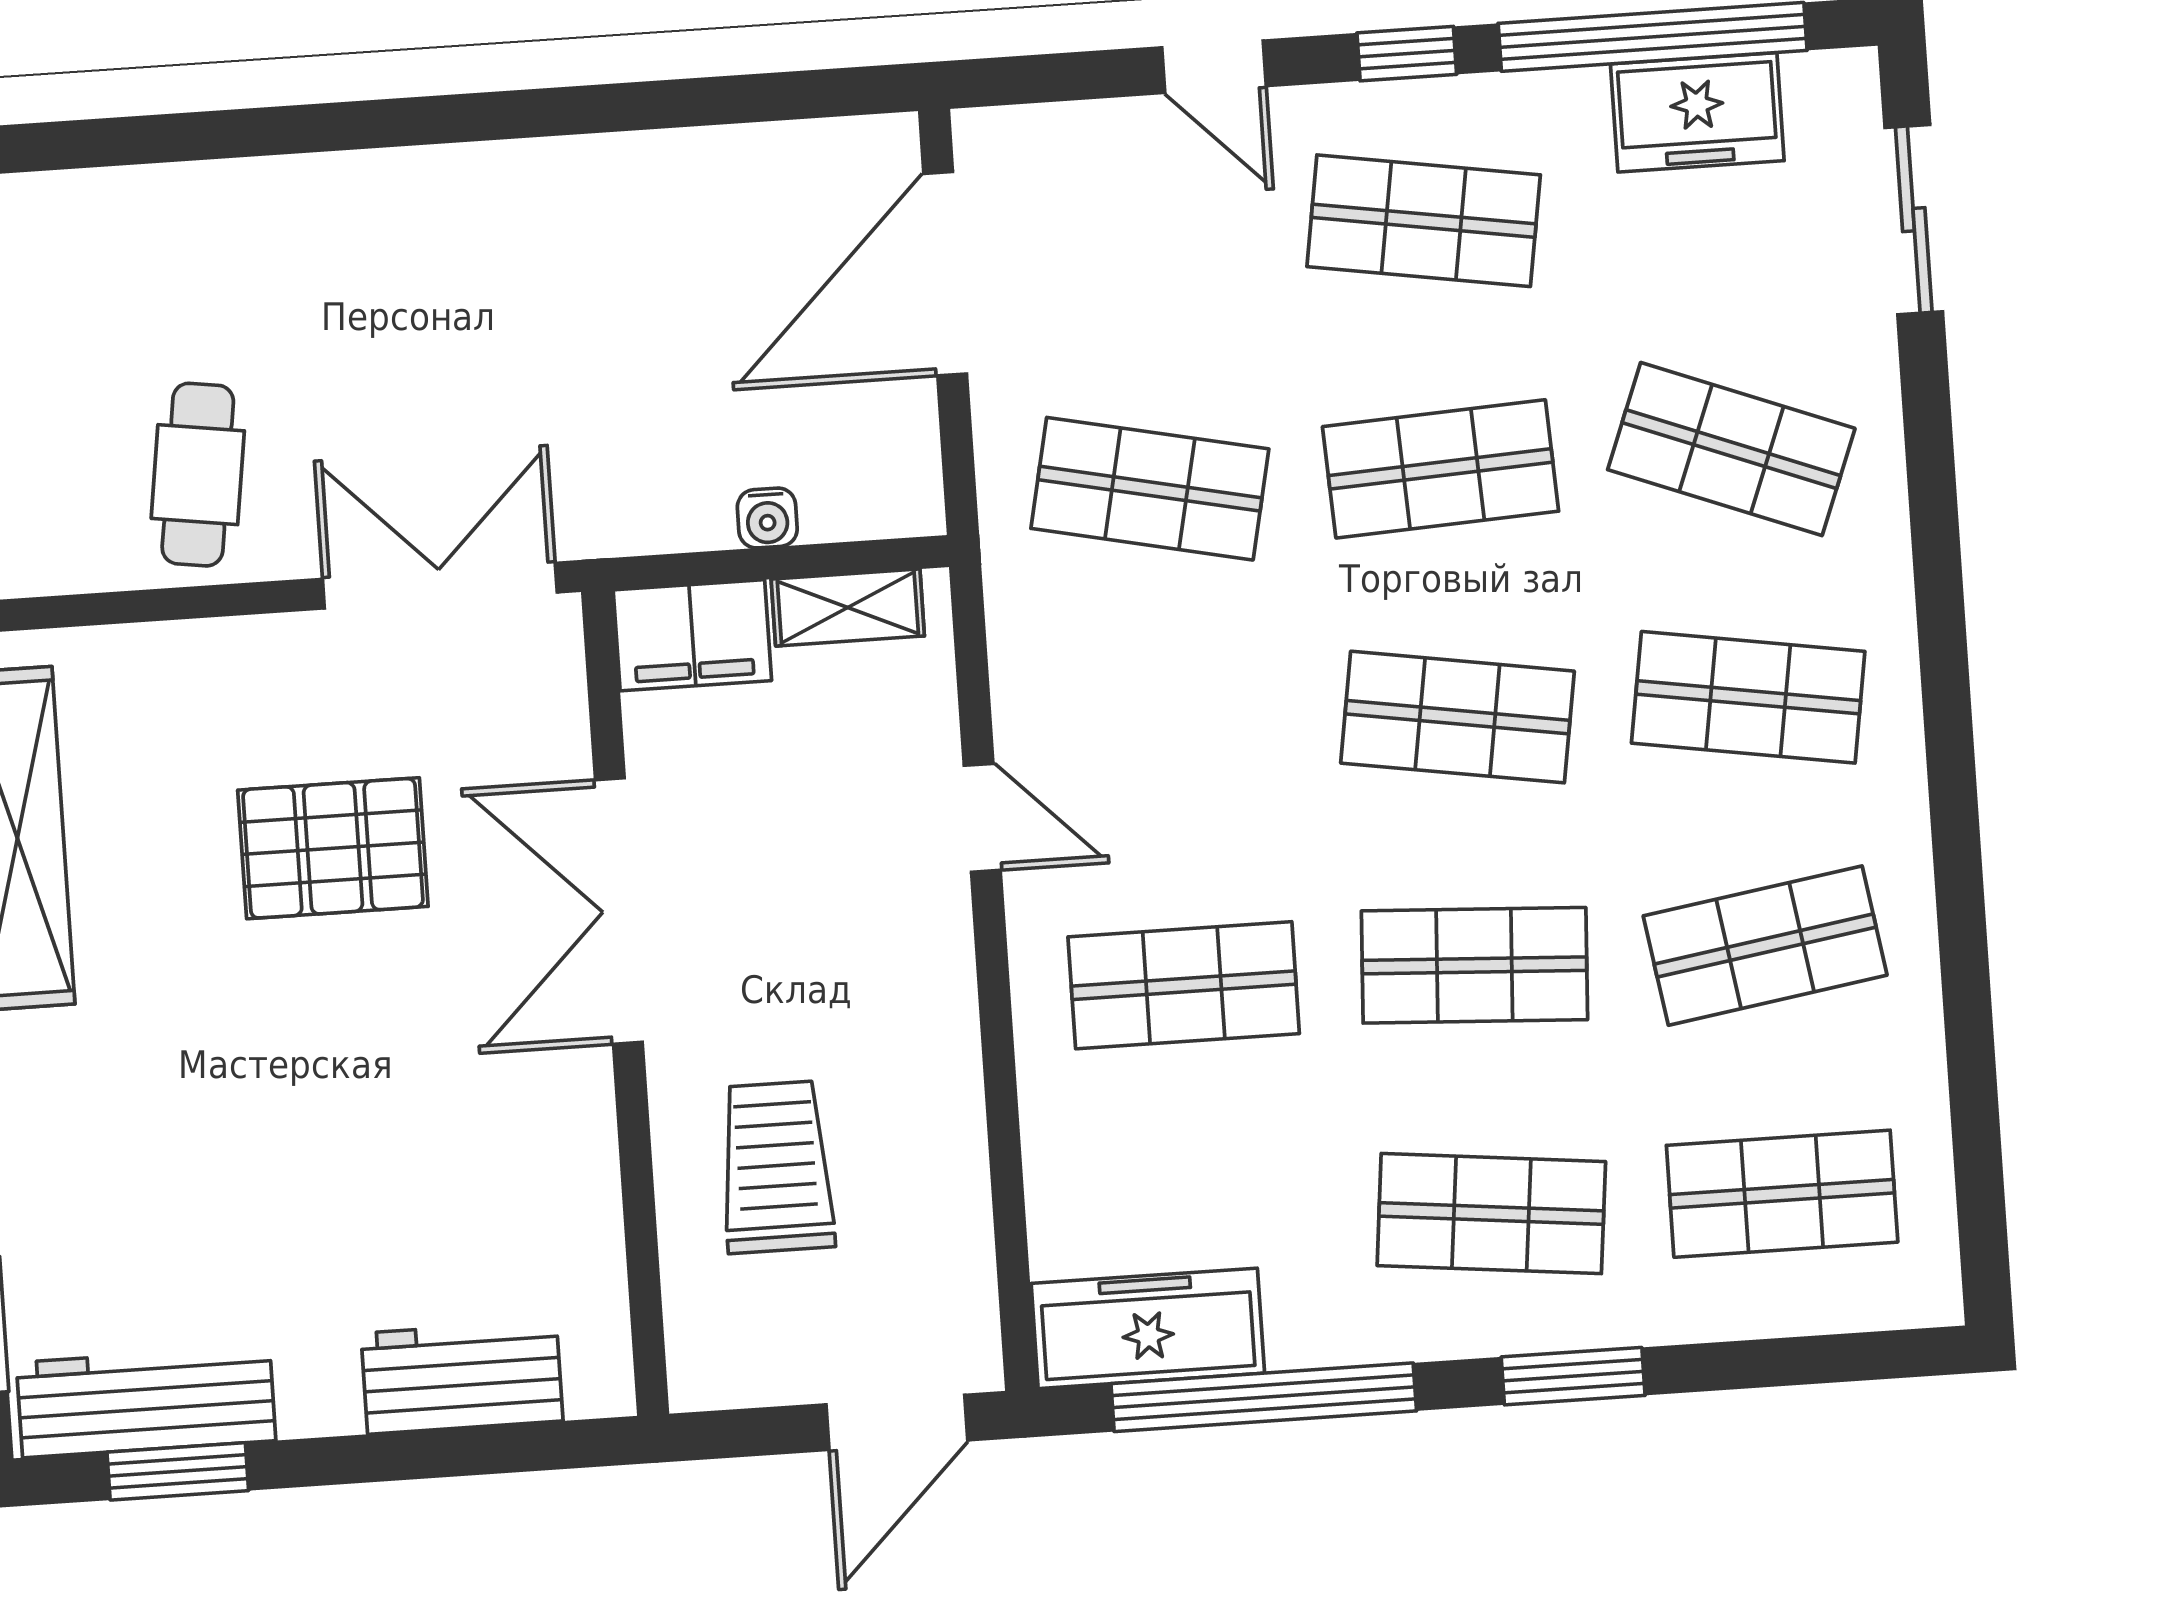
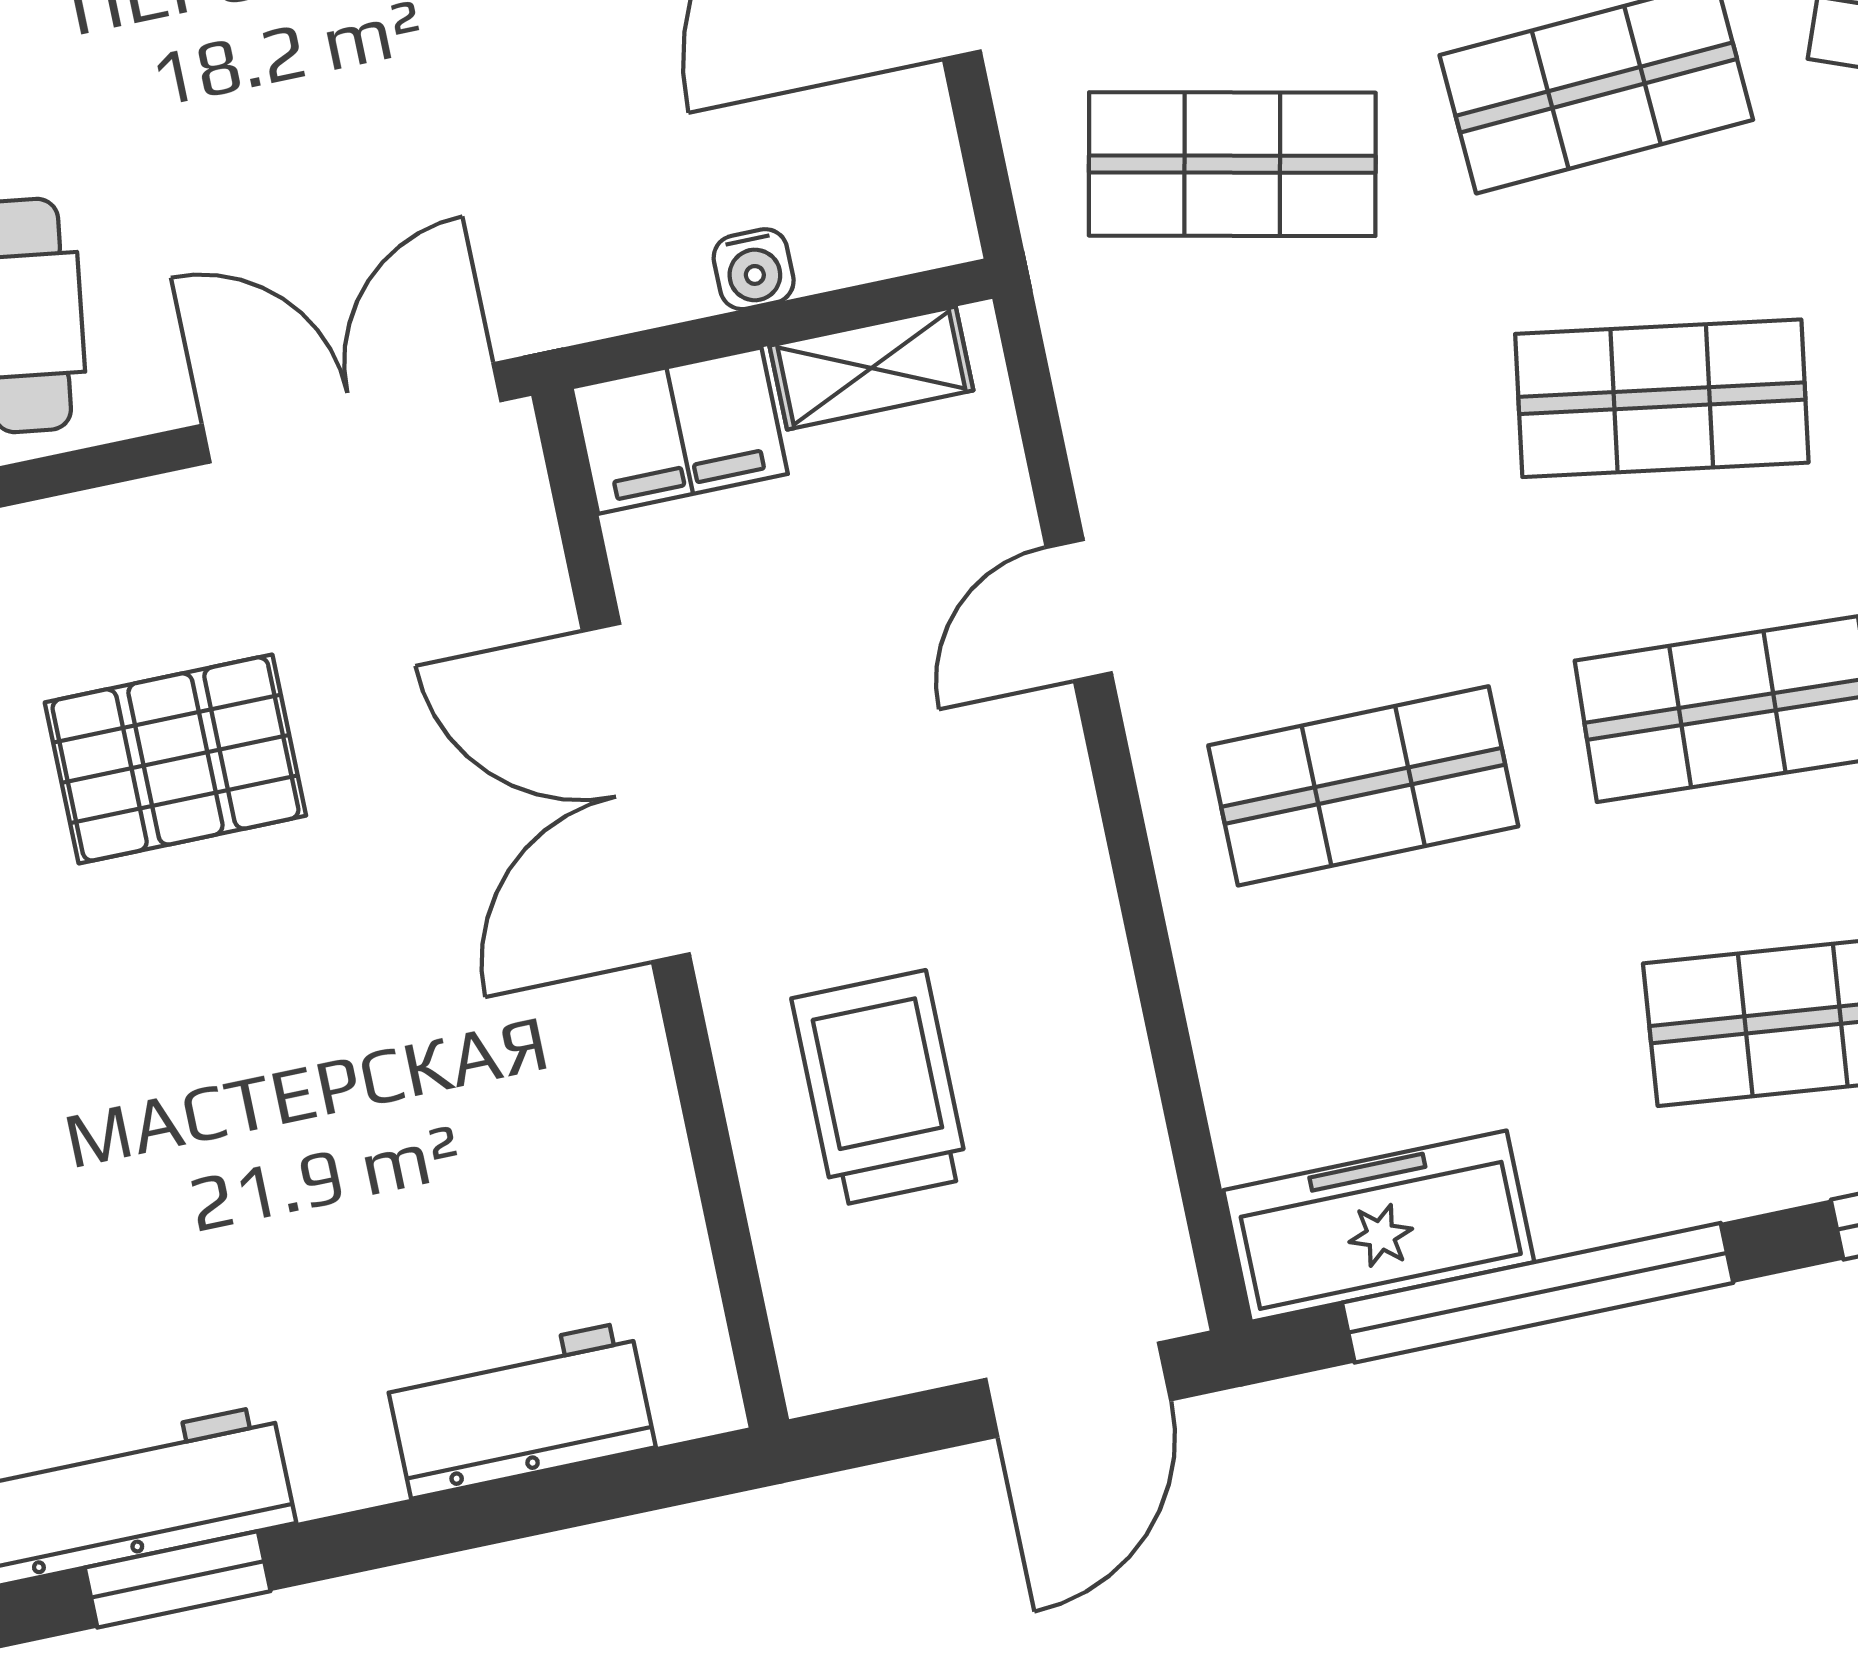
door: (982, 818) -> (1079, 610), swing flipped
pallet: (333, 848) -> (175, 759), moved

